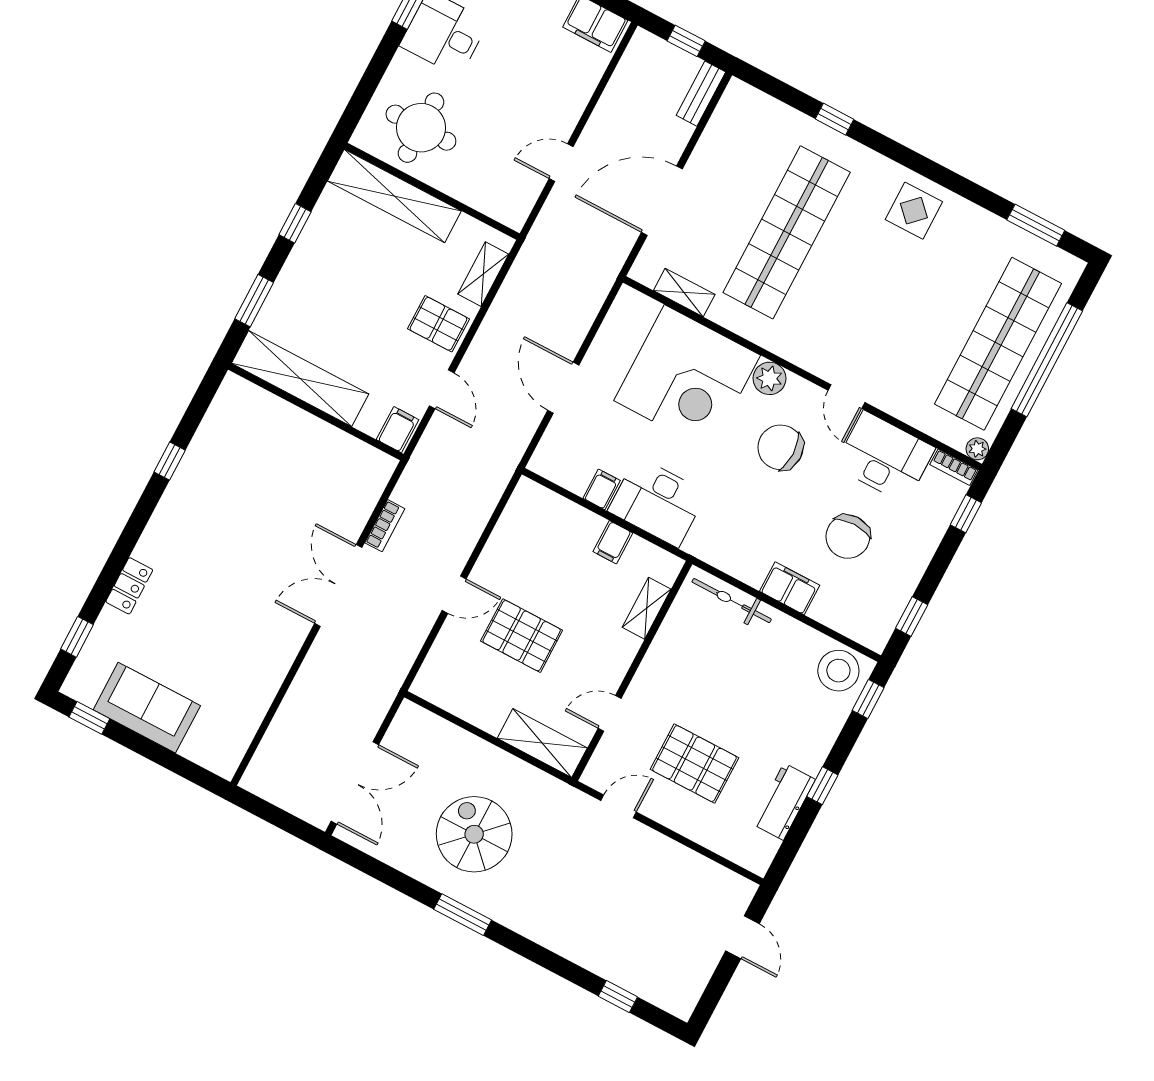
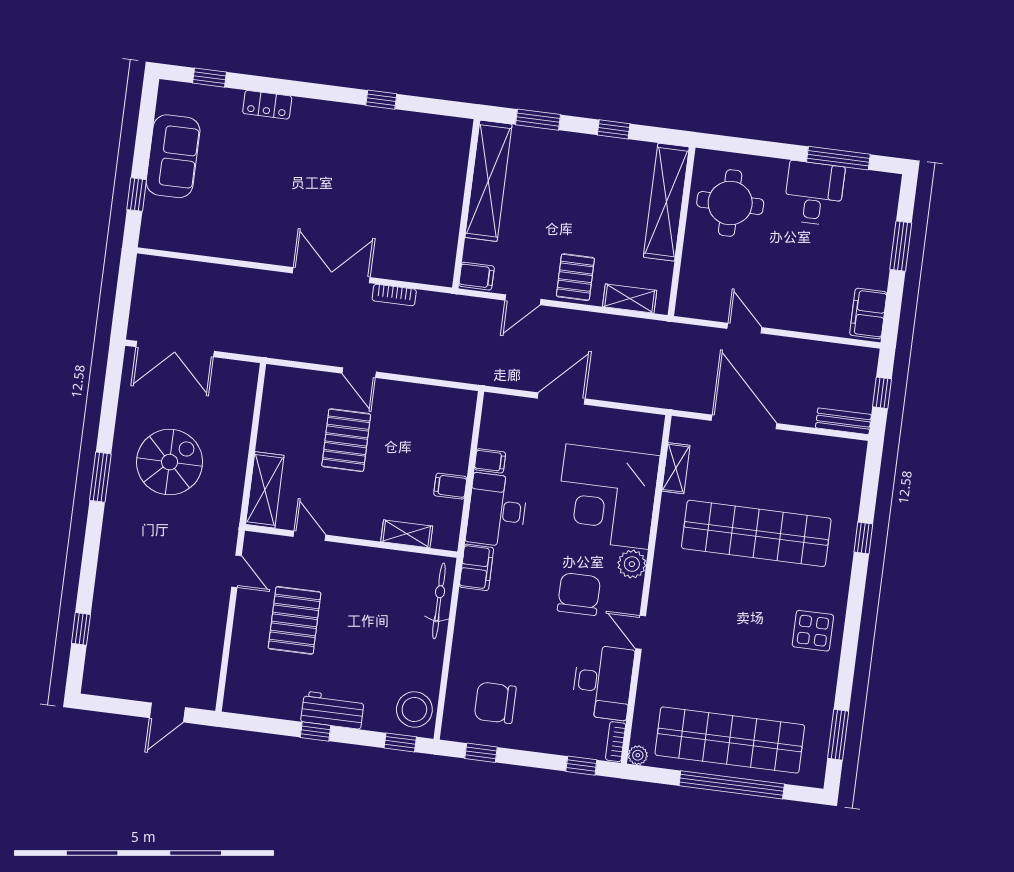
door: (846, 396) -> (641, 632), hinge flipped
chair: (848, 537) -> (495, 703), moved
filing cabinet: (790, 588) -> (477, 567), moved
window: (89, 718) -> (137, 195), moved
workbench: (784, 802) -> (332, 710), moved

